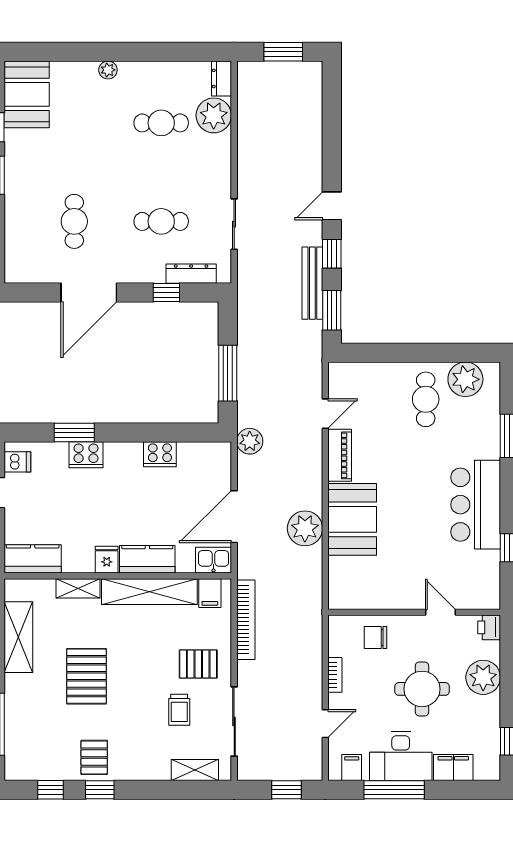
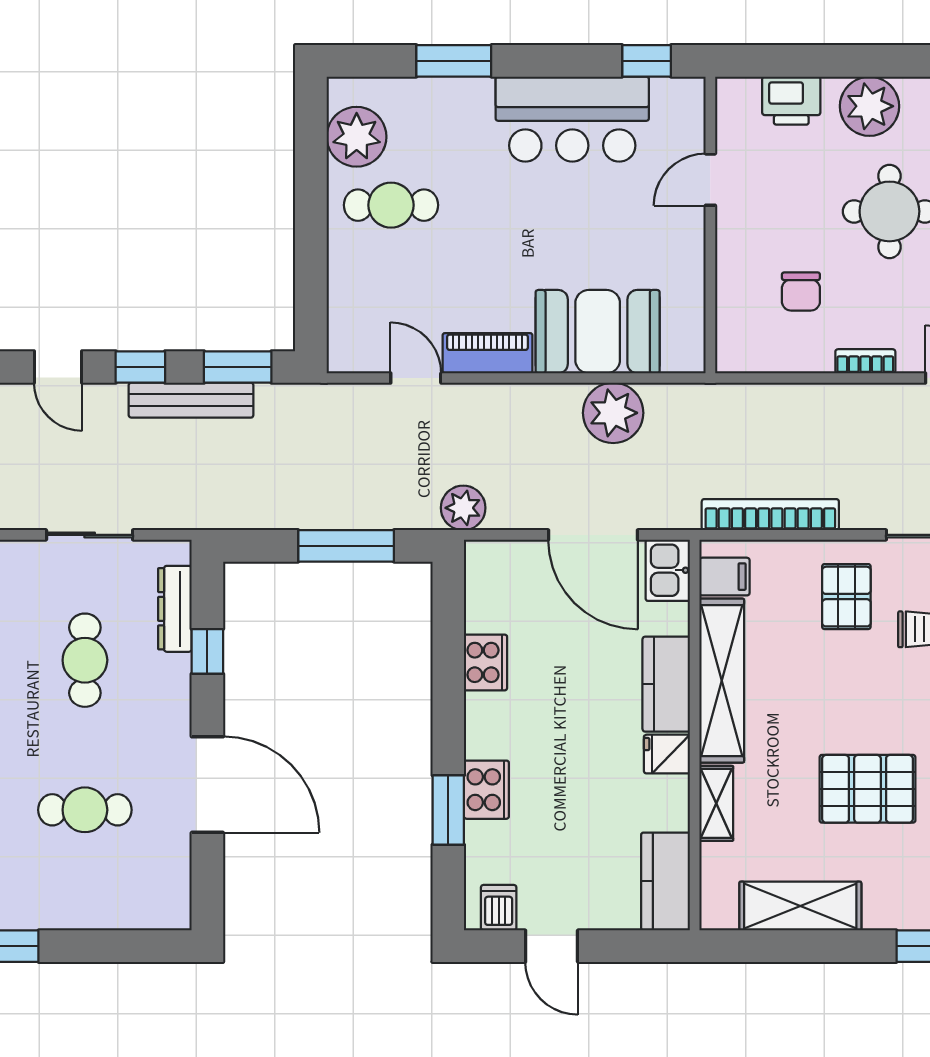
wall: (414, 612) -> (710, 225), moved
door: (441, 612) -> (710, 180), moved
printer: (489, 627) -> (791, 101), width x1.36, depth x1.24

